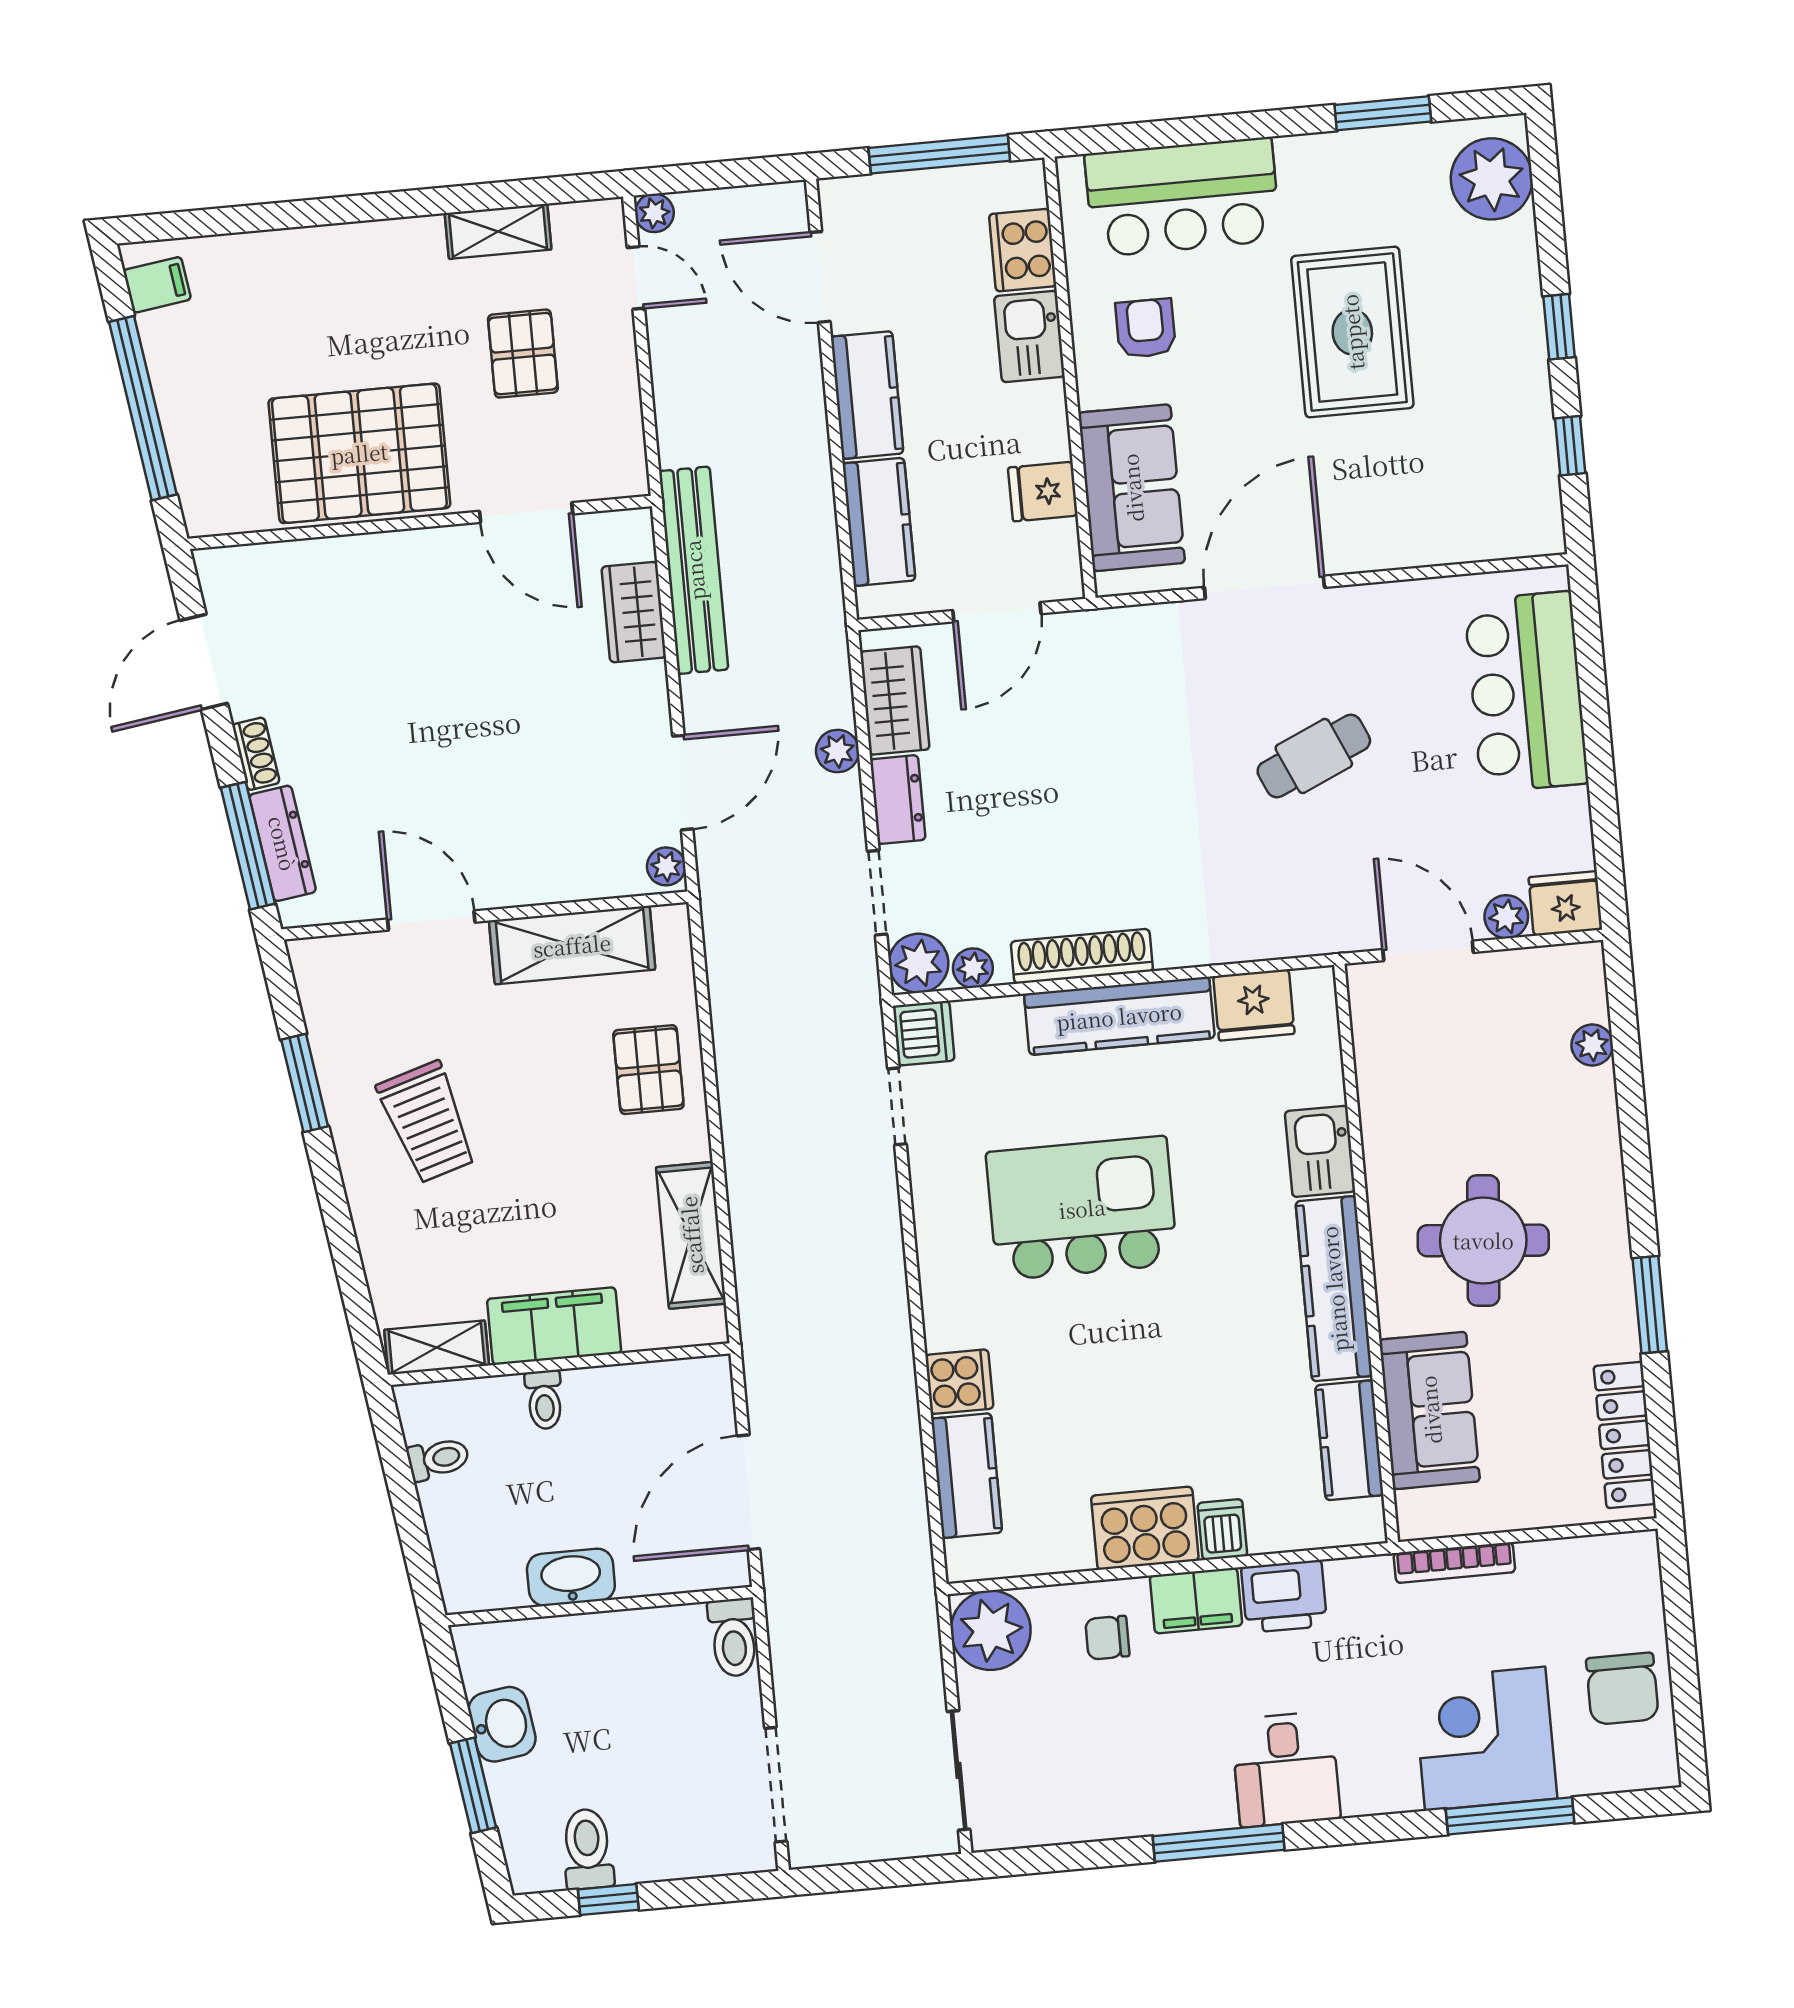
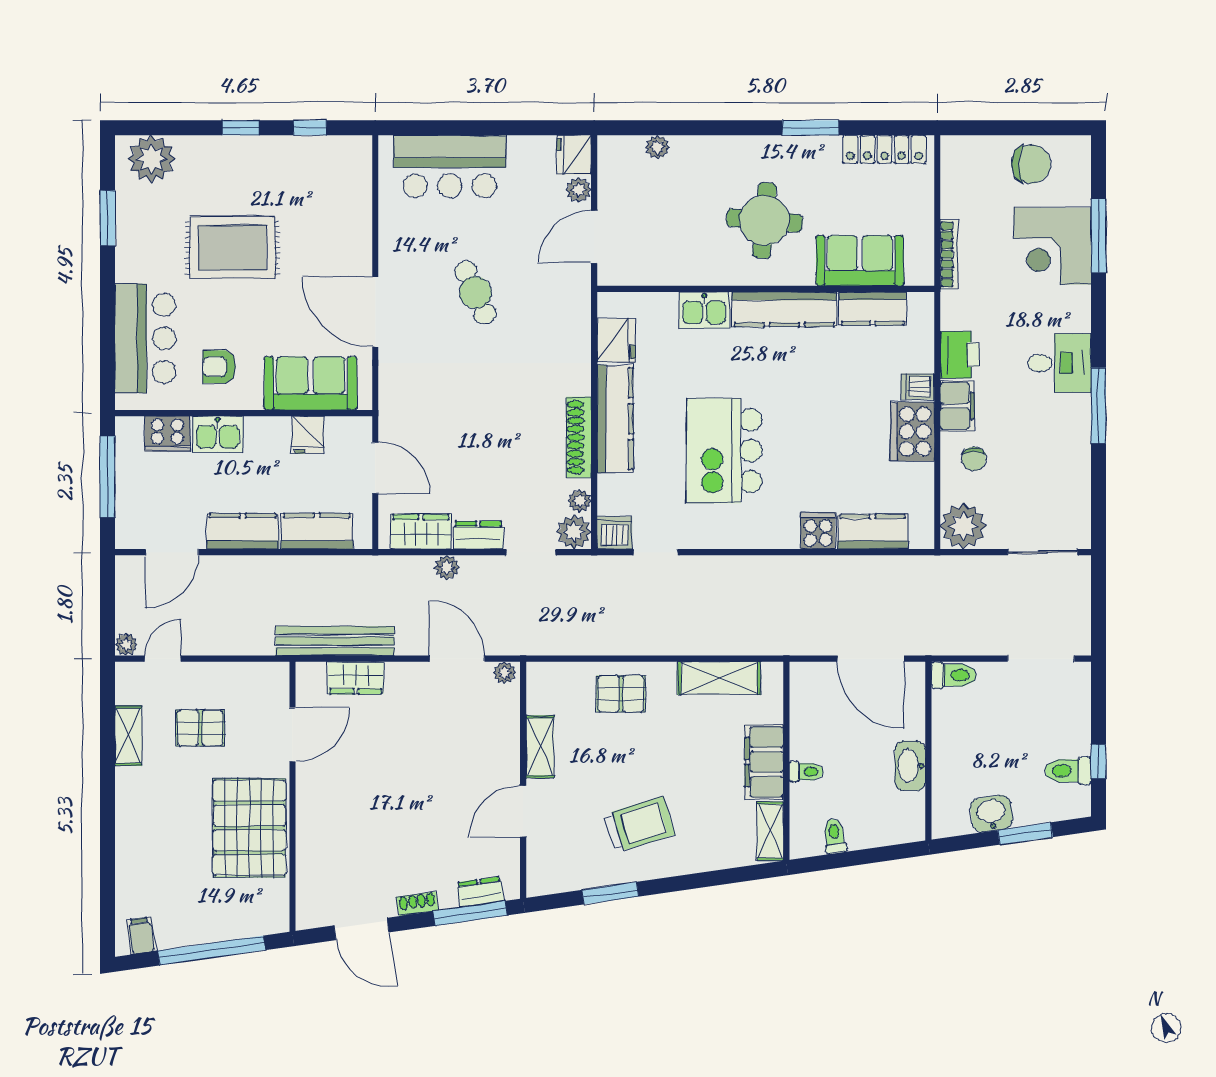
dresser: (283, 843) -> (480, 892), width x0.70
shelving: (572, 945) -> (540, 747), width x0.67, depth x0.75

